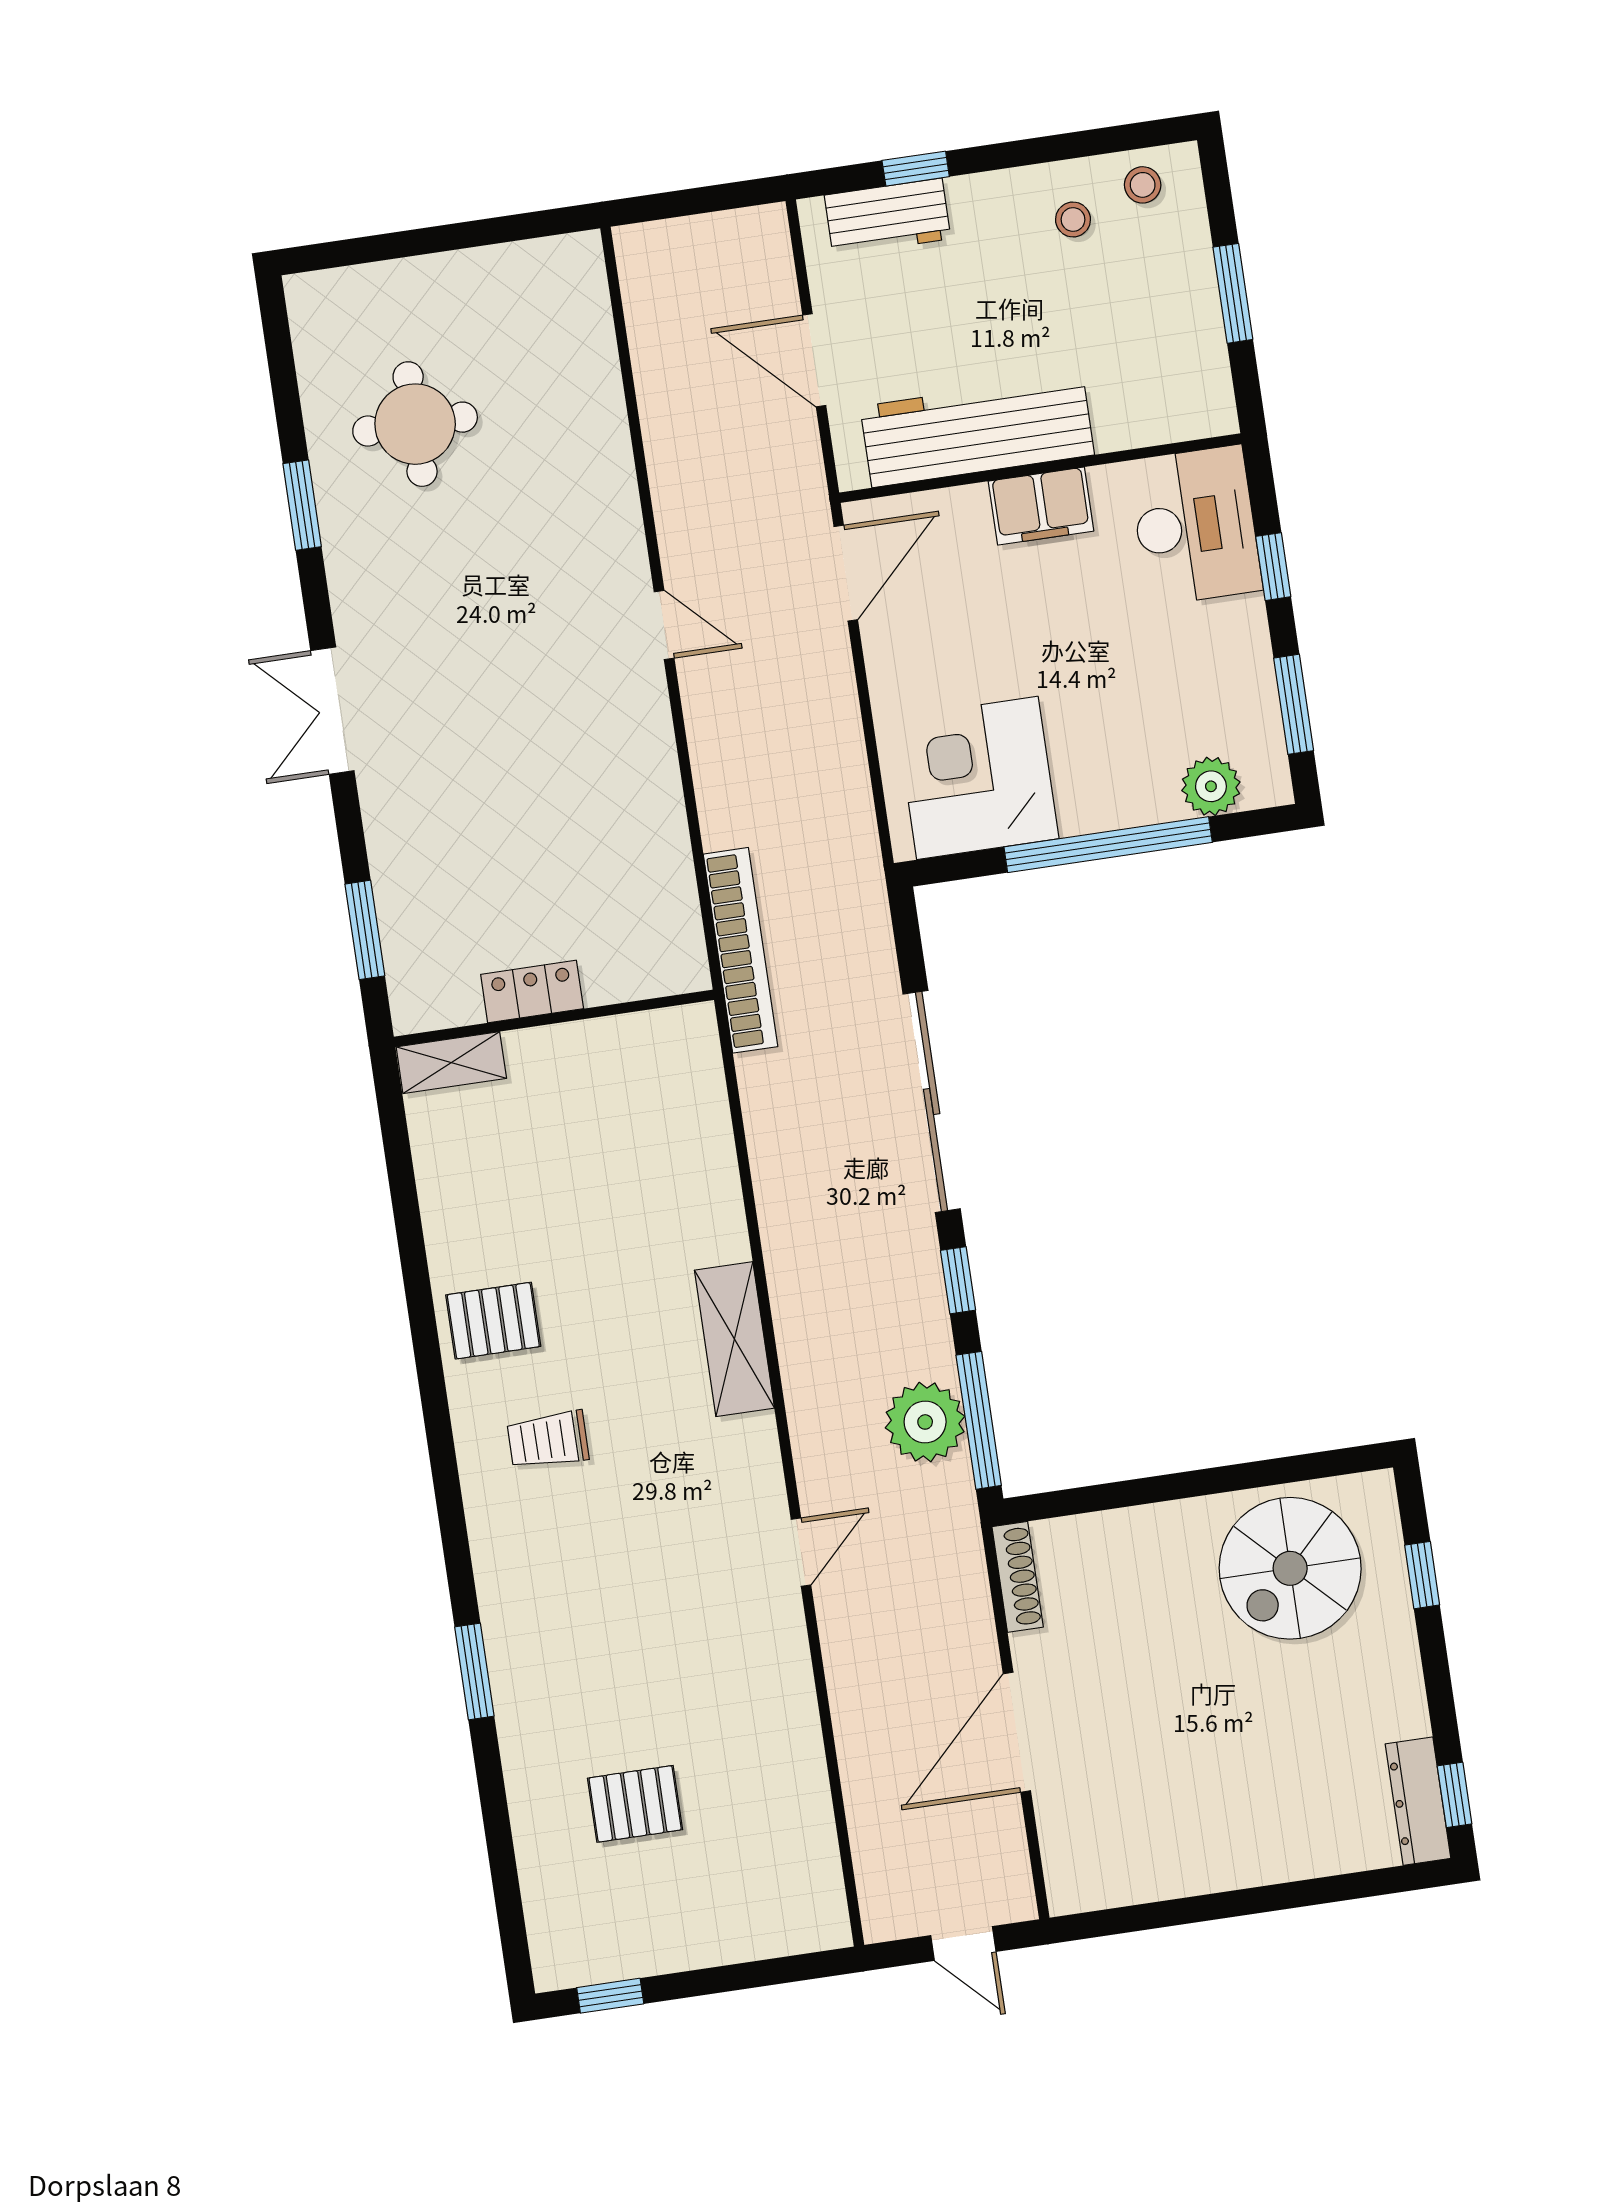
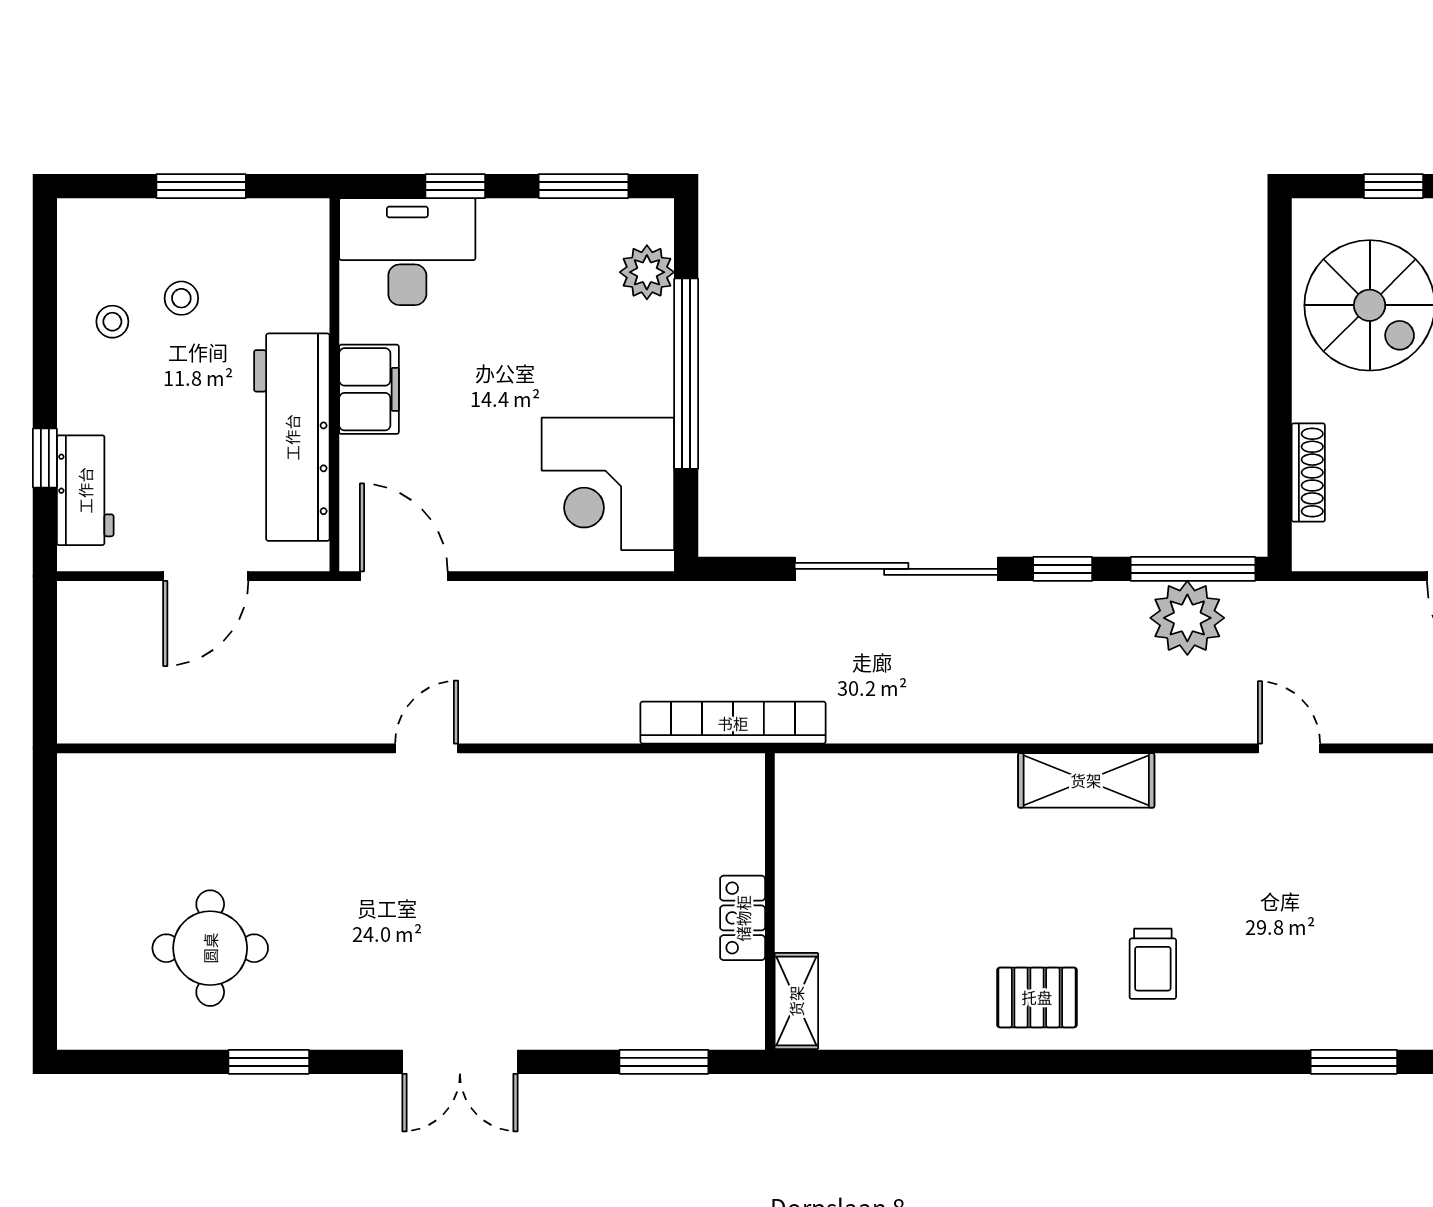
stool: (1143, 185) -> (181, 298), moved
pallet: (493, 1321) -> (1037, 997), turned 90
shoe rack: (1018, 1577) -> (1308, 473), moved, turned 90

